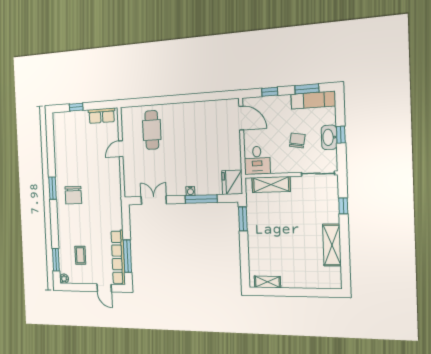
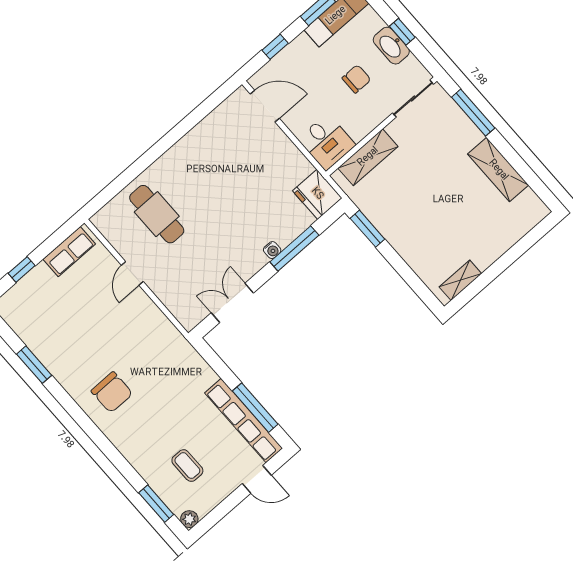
chair: (297, 140) -> (356, 79), turned 80
window: (53, 188) -> (34, 365), moved
window: (343, 206) -> (473, 113), width x2.17

